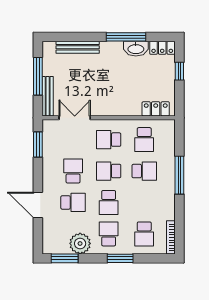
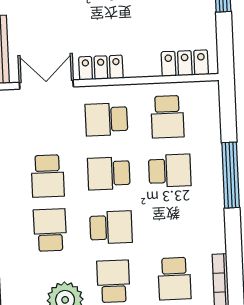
locker: (107, 109) -> (101, 68), added
school desk: (73, 171) -> (48, 176), turned 180
school desk: (73, 202) -> (50, 230), turned -90
school desk: (109, 202) -> (111, 227), turned -90

